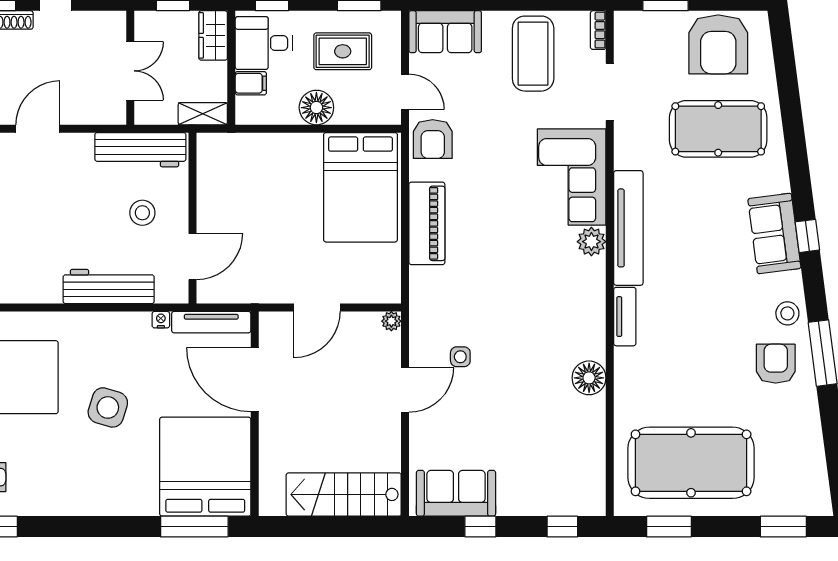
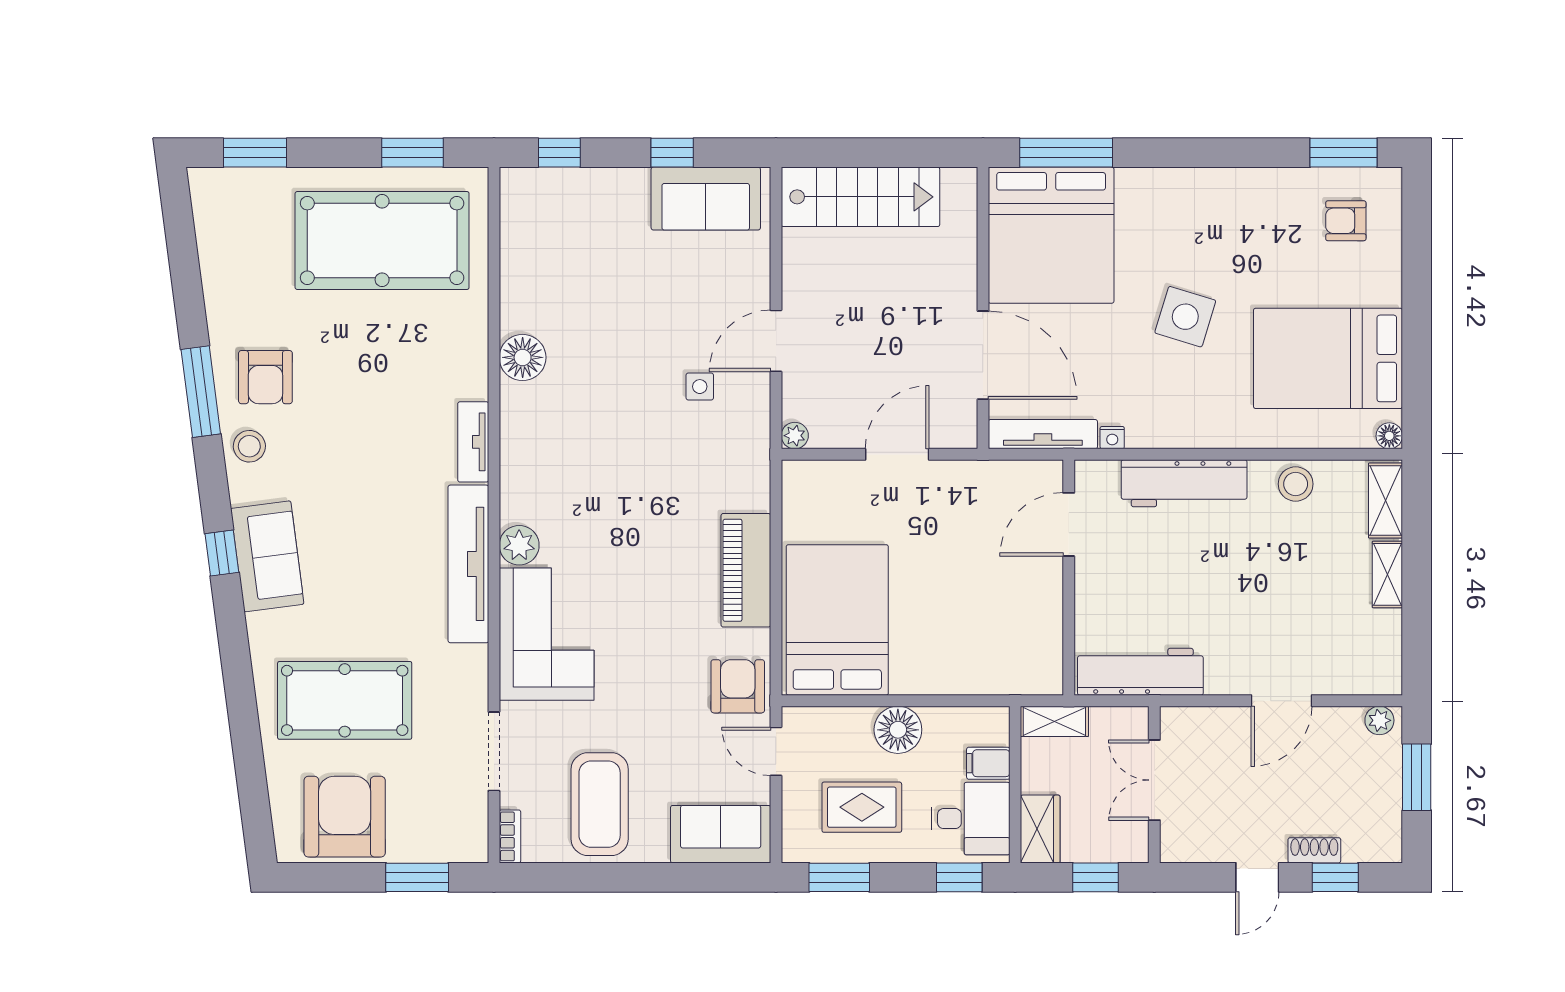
stool: (142, 213) -> (1296, 484), moved

